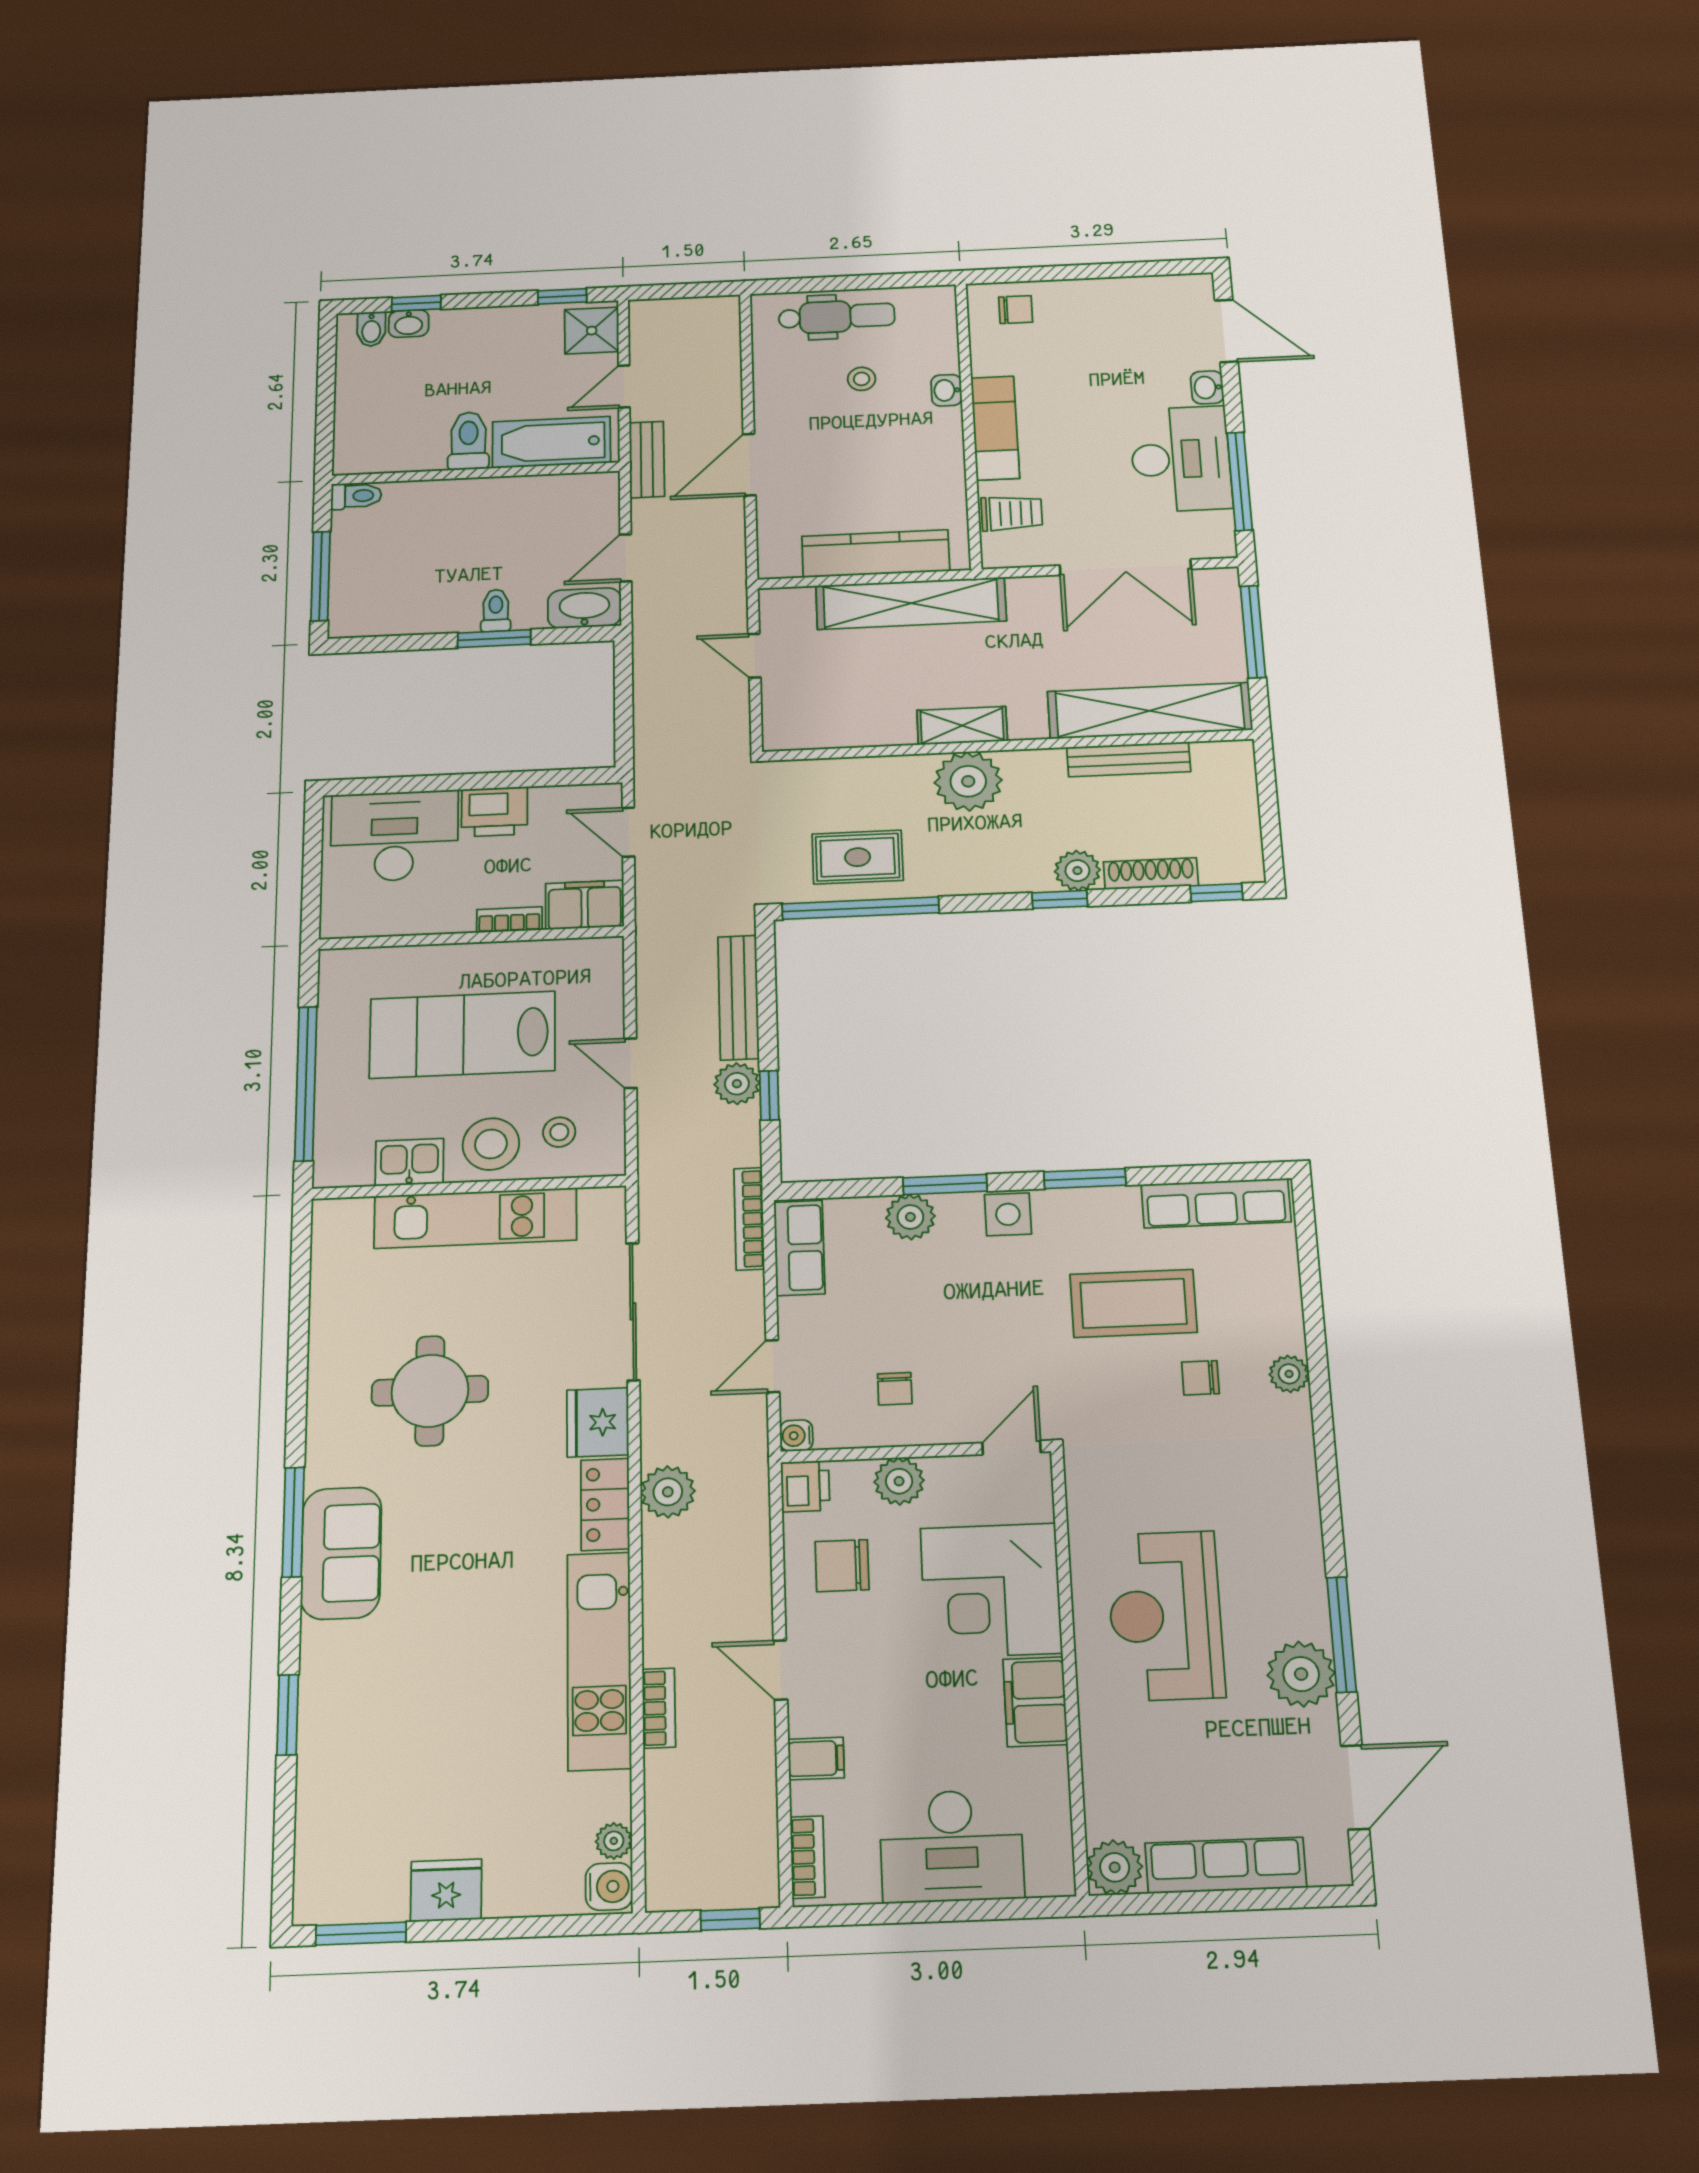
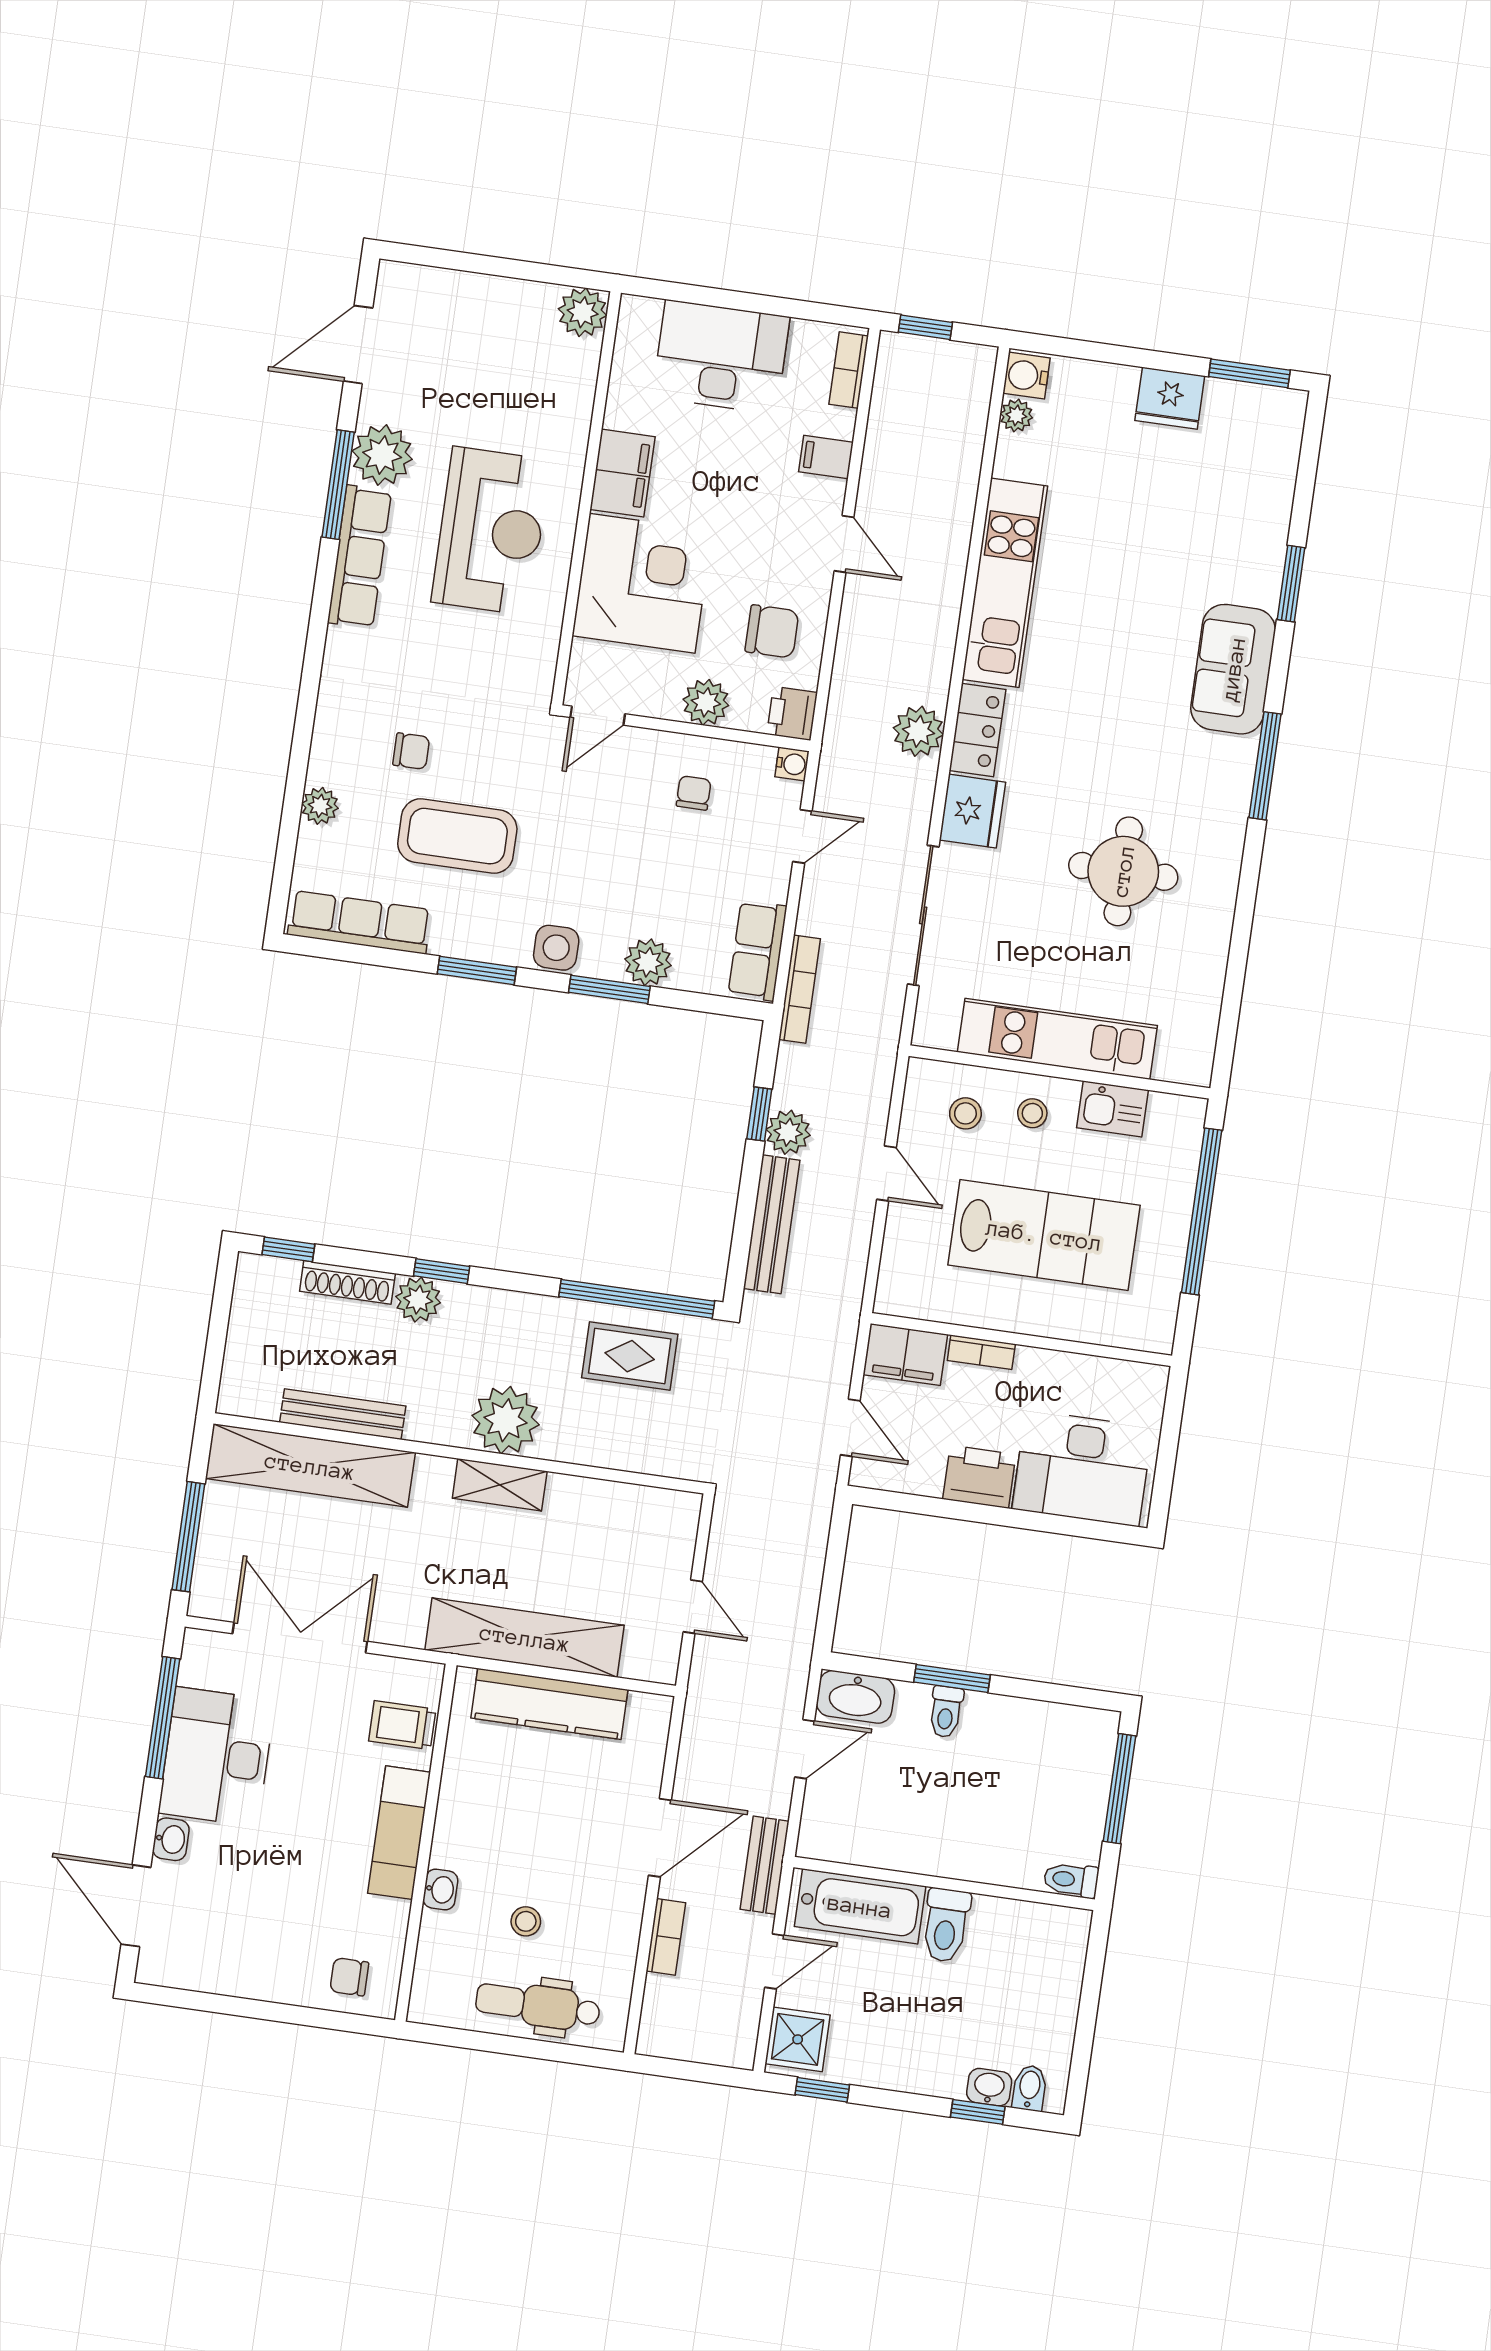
stool: (491, 1144) -> (1032, 1113), width x0.53, depth x0.53
plant: (1289, 1374) -> (320, 806), moved
sofa: (341, 1553) -> (1233, 669), moved
bookcase: (659, 1708) -> (666, 1937), moved, turned 180
row of seats: (1226, 1865) -> (359, 557), moved, turned -90

